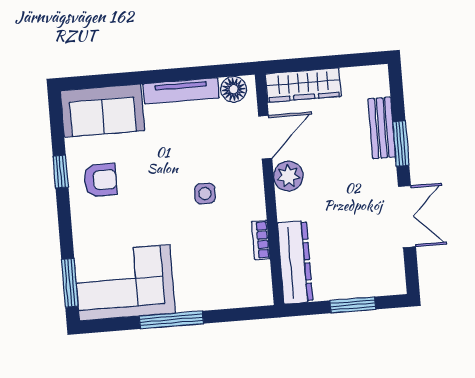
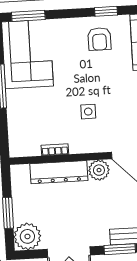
dresser: (295, 262) -> (59, 172), moved
plant: (386, 276) -> (27, 236), added

